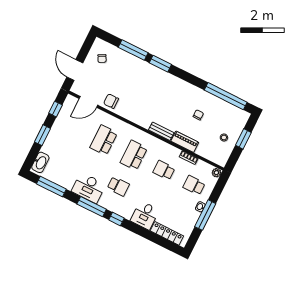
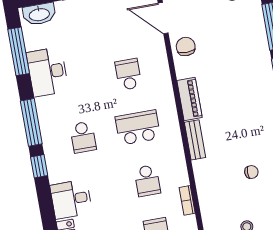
school desk: (104, 140) -> (128, 74), width x0.54
piano: (185, 142) -> (189, 99), moved
school desk: (164, 170) -> (147, 181), turned 180
desk: (89, 188) -> (48, 72), moved

